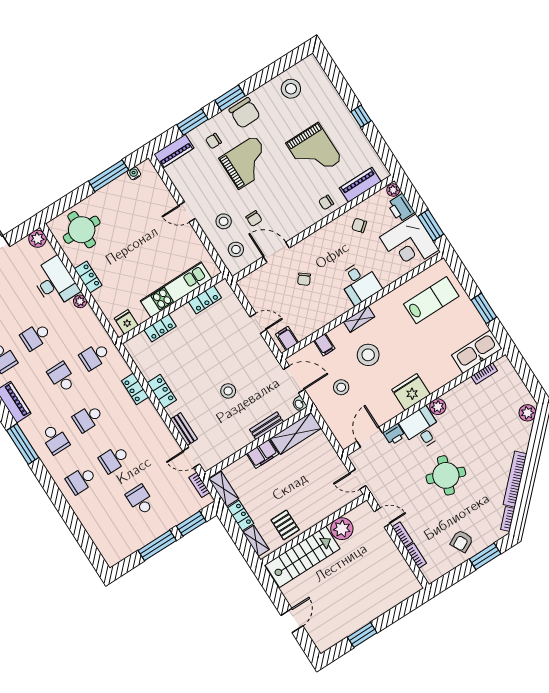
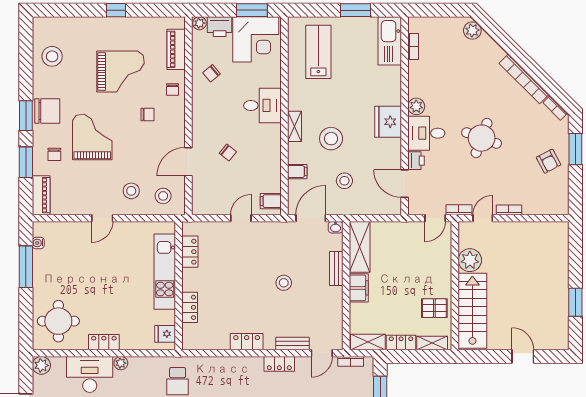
chair: (254, 219) -> (147, 114), moved
locker: (135, 389) -> (279, 364), moved
bookcase: (416, 556) -> (459, 210), moved

